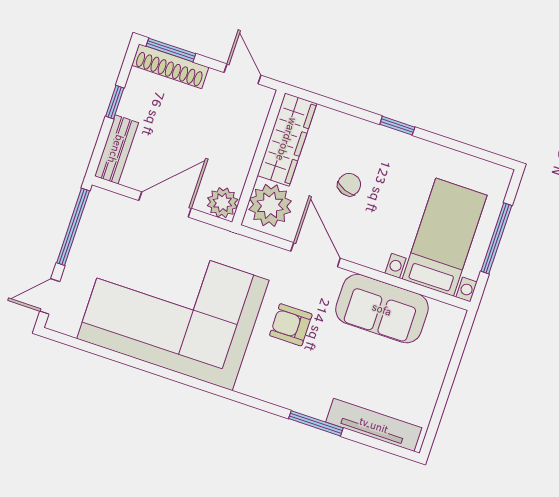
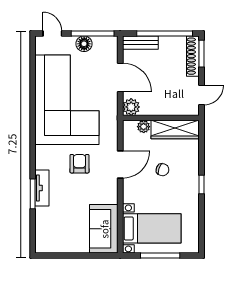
window: (115, 102) -> (165, 33), width x3.17
plant: (270, 205) -> (144, 127), width x0.53, depth x0.53
floor lamp: (86, 247) -> (84, 44), added
sofa: (382, 309) -> (104, 229), moved
tv unit: (374, 425) -> (42, 188), moved, width x0.71

